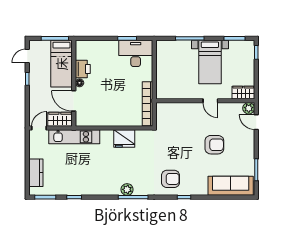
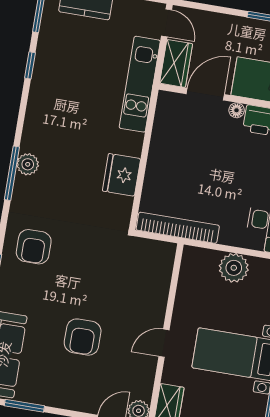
plant: (164, 70) -> (234, 268), added

